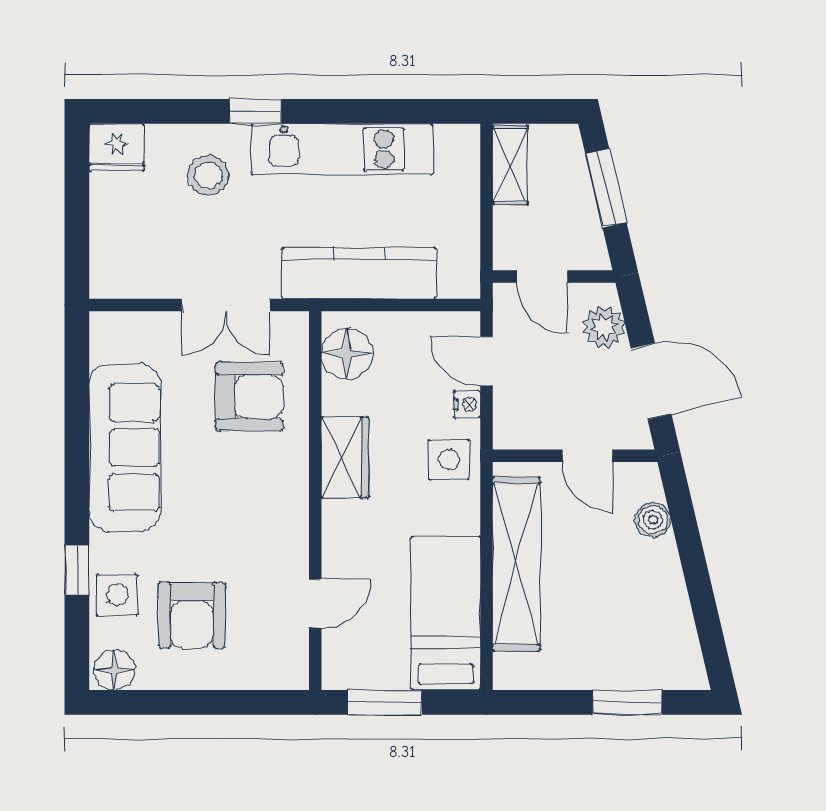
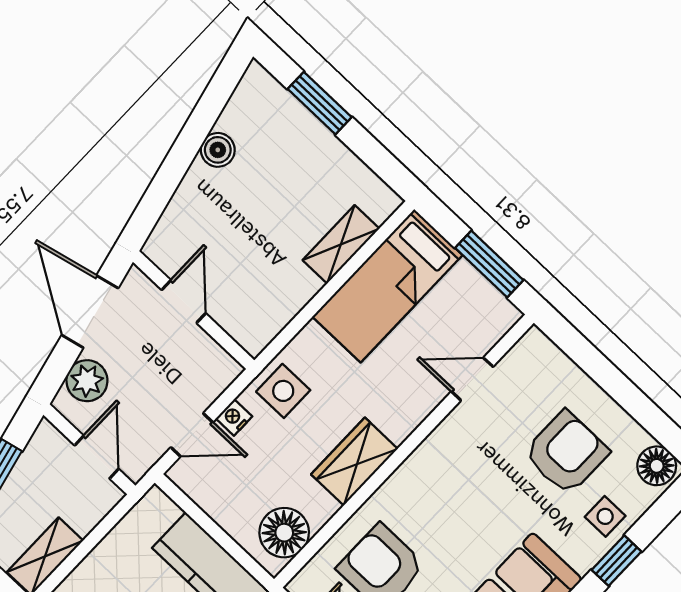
door: (486, 361) -> (192, 435), hinge flipped
boiler: (653, 520) -> (218, 150), moved
shelving: (516, 564) -> (341, 244), width x0.45, depth x0.75
side table: (117, 595) -> (605, 516), width x0.73, depth x0.73

